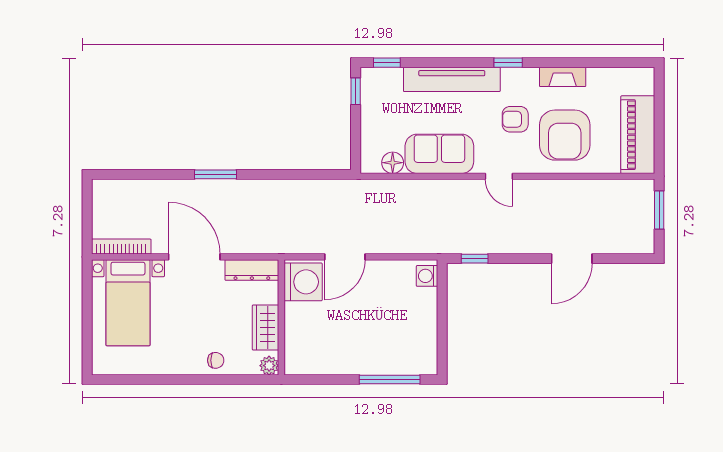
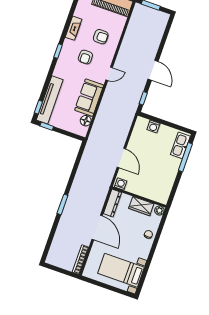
tv unit: (452, 79) -> (50, 100), moved
armchair: (565, 135) -> (101, 37), width x0.53, depth x0.53
door: (194, 257) -> (97, 228), swing flipped
door: (572, 259) -> (153, 70), moved
washing machine: (427, 276) -> (153, 127), moved
washing machine: (303, 282) -> (121, 184), width x0.53, depth x0.53
bed with nightstands: (128, 303) -> (121, 270), moved, turned 180
kitchen sink: (409, 362) -> (180, 145), added

